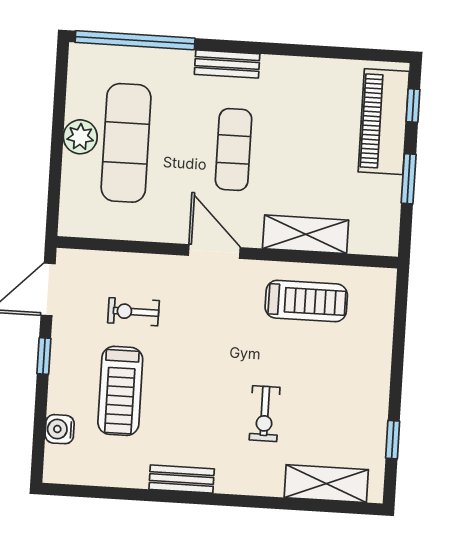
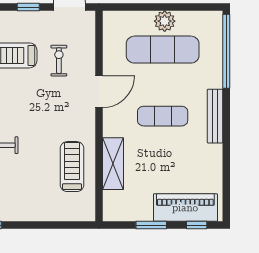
bench: (227, 64) -> (215, 116), width x1.36
door: (214, 251) -> (99, 92), moved
treadmill: (306, 301) -> (72, 167), turned 180

